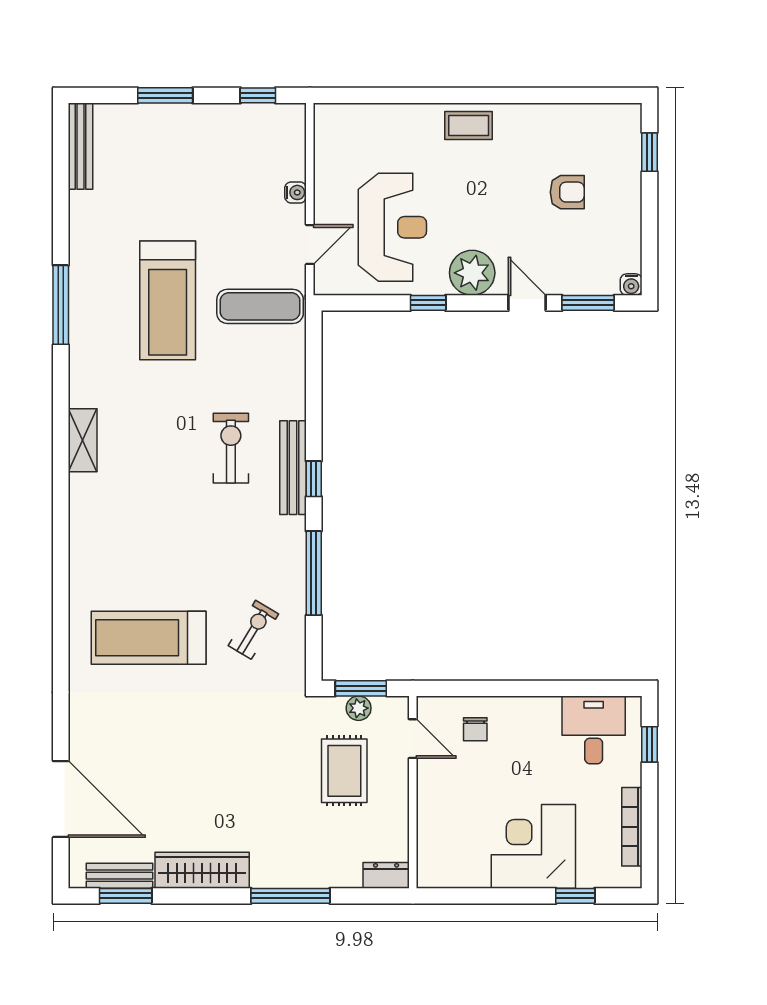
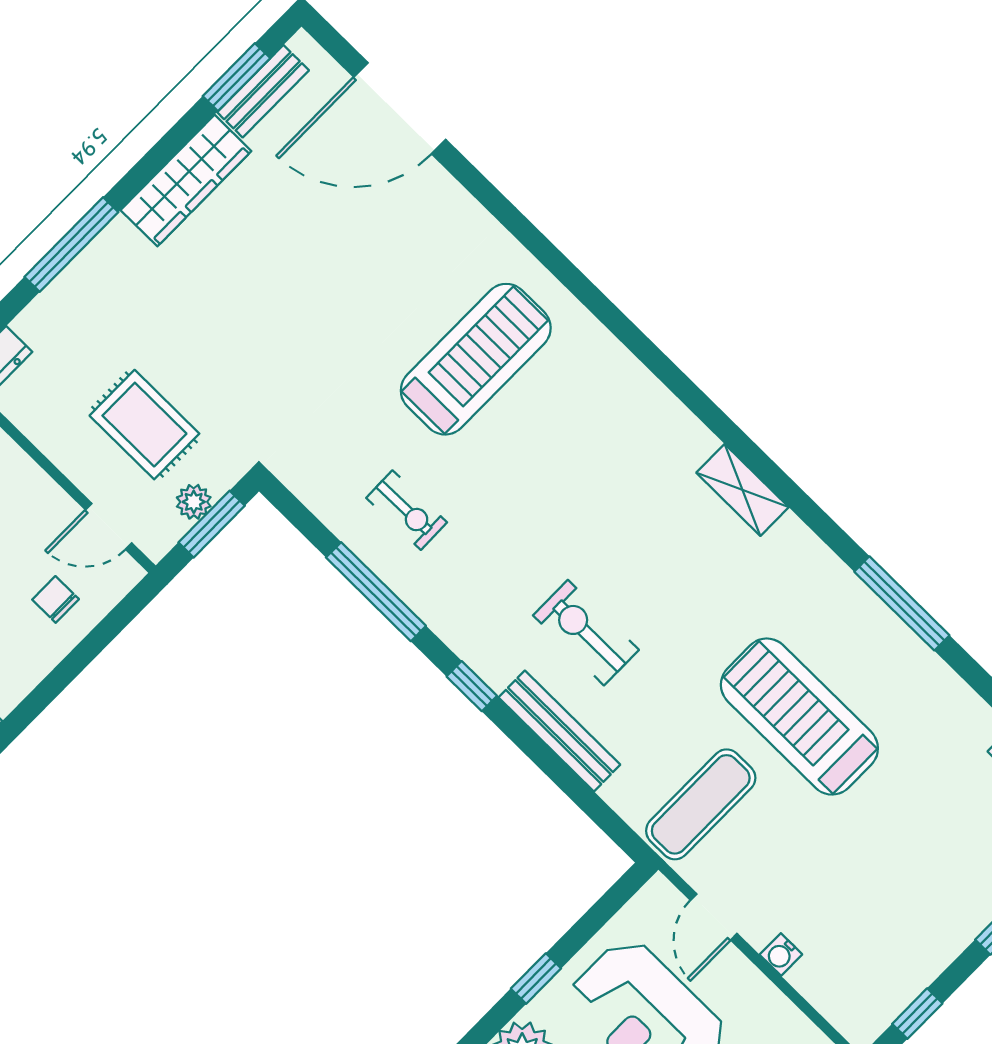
exercise bike: (231, 448) -> (586, 633), turned 180
bench: (293, 468) -> (559, 731), moved
exercise bike: (253, 630) -> (407, 510), moved, turned -32

